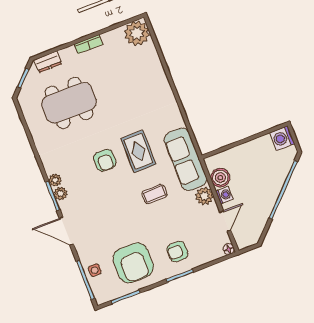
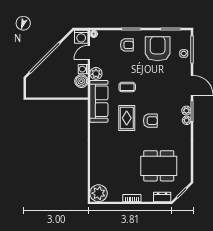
washing machine: (282, 138) -> (81, 37), moved, turned 90
armchair: (105, 160) -> (150, 121), turned 90

